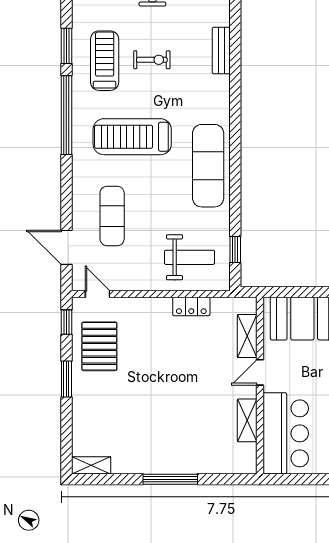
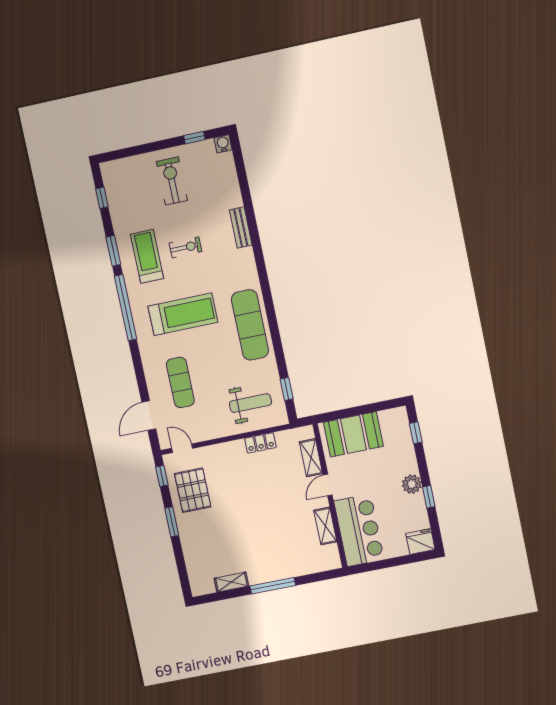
treadmill: (132, 137) -> (183, 314), turned 180
door: (66, 247) -> (149, 416), hinge flipped
shelving: (91, 465) -> (231, 582), moved

